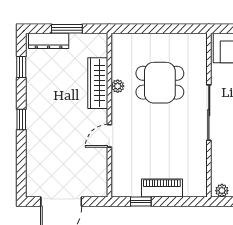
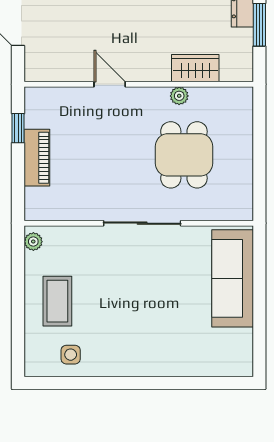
wardrobe: (98, 83) -> (195, 68), width x0.67

